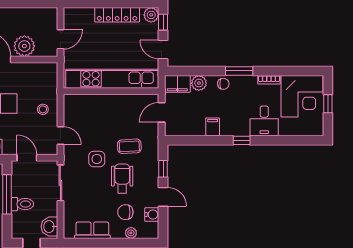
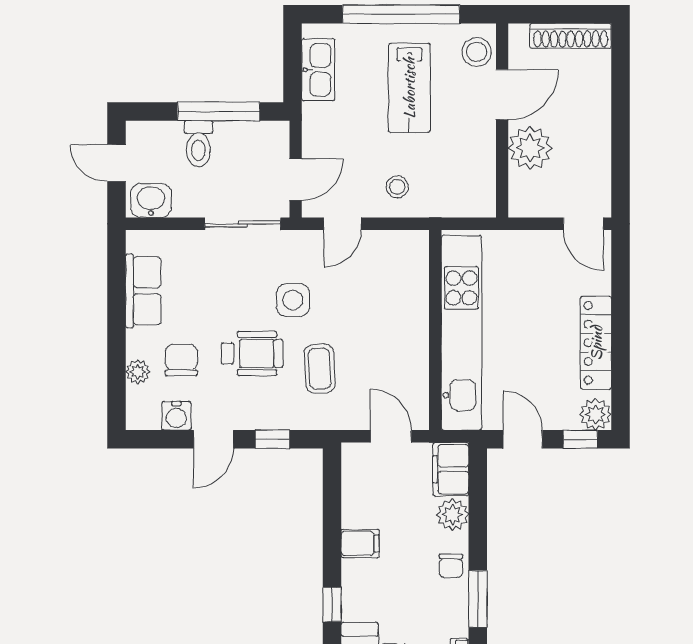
door: (60, 39) -> (583, 224), moved
door: (163, 50) -> (523, 439), hinge flipped
door: (27, 158) -> (296, 180), moved

